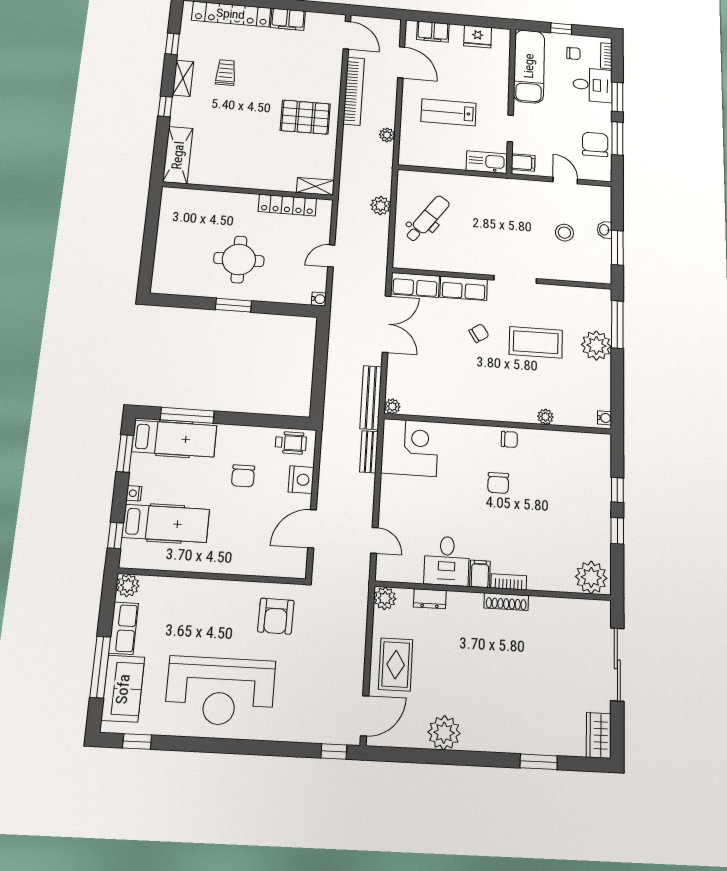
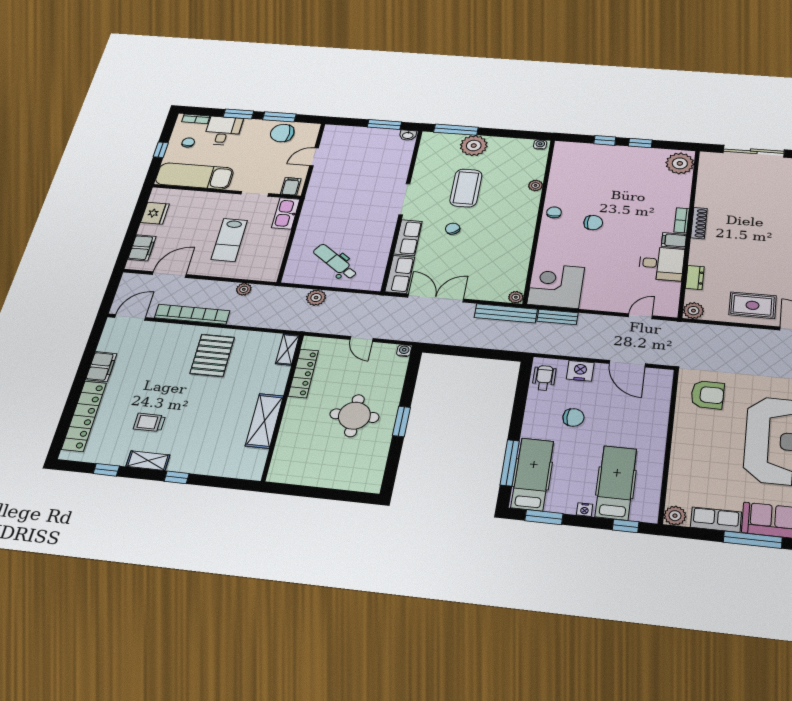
shelving: (178, 155) -> (264, 421), moved, turned 90
washbasin: (605, 230) -> (408, 135), moved
stool: (564, 233) -> (364, 161), removed

